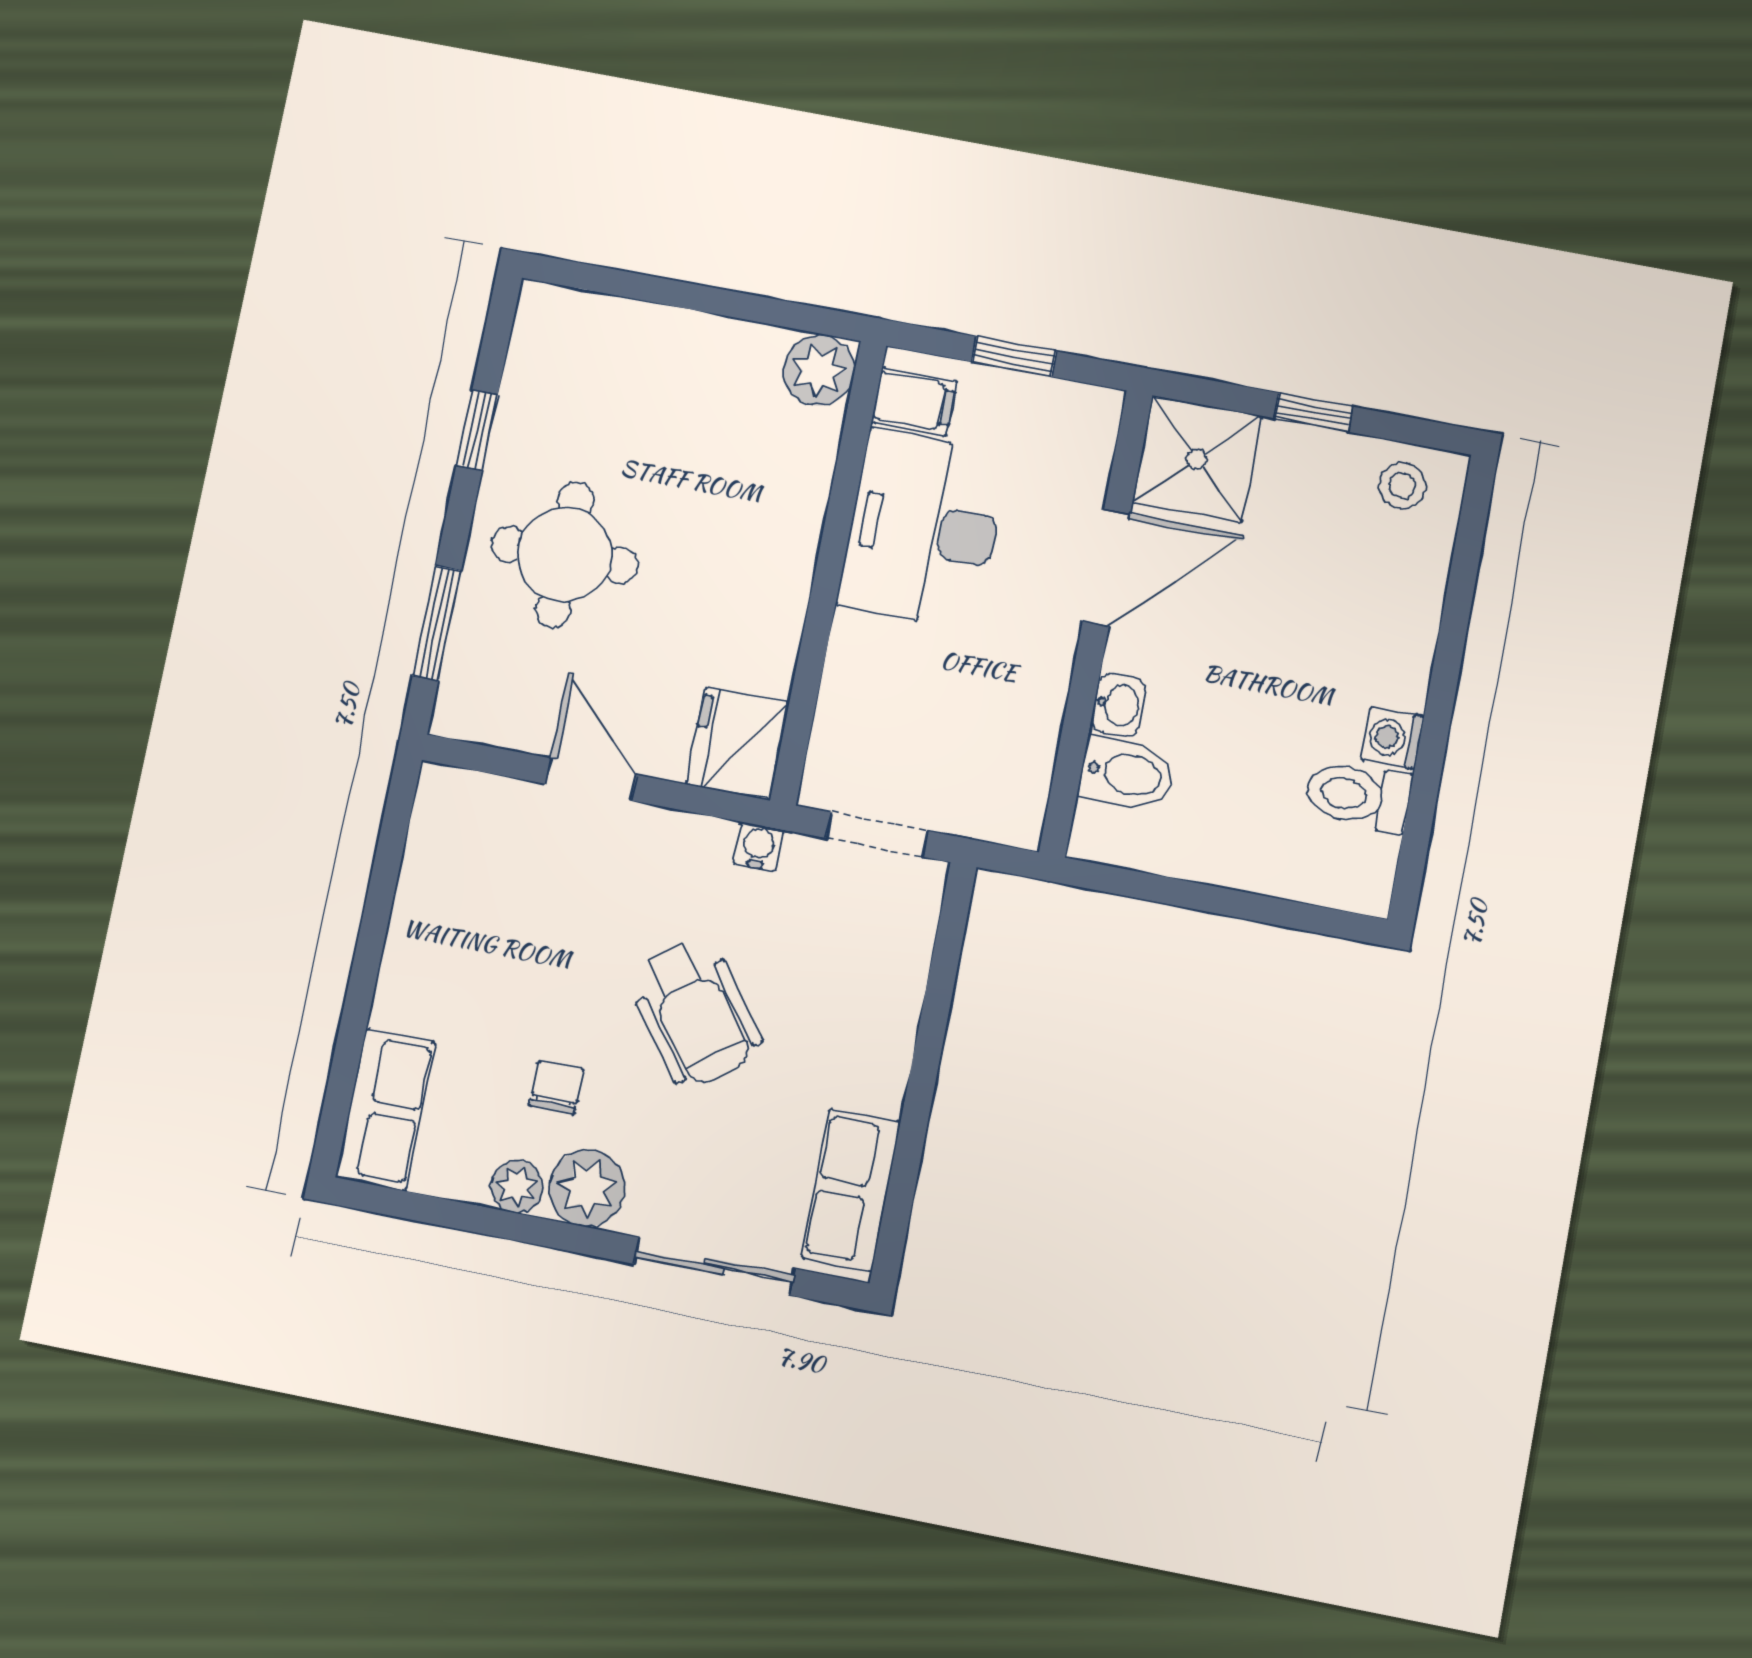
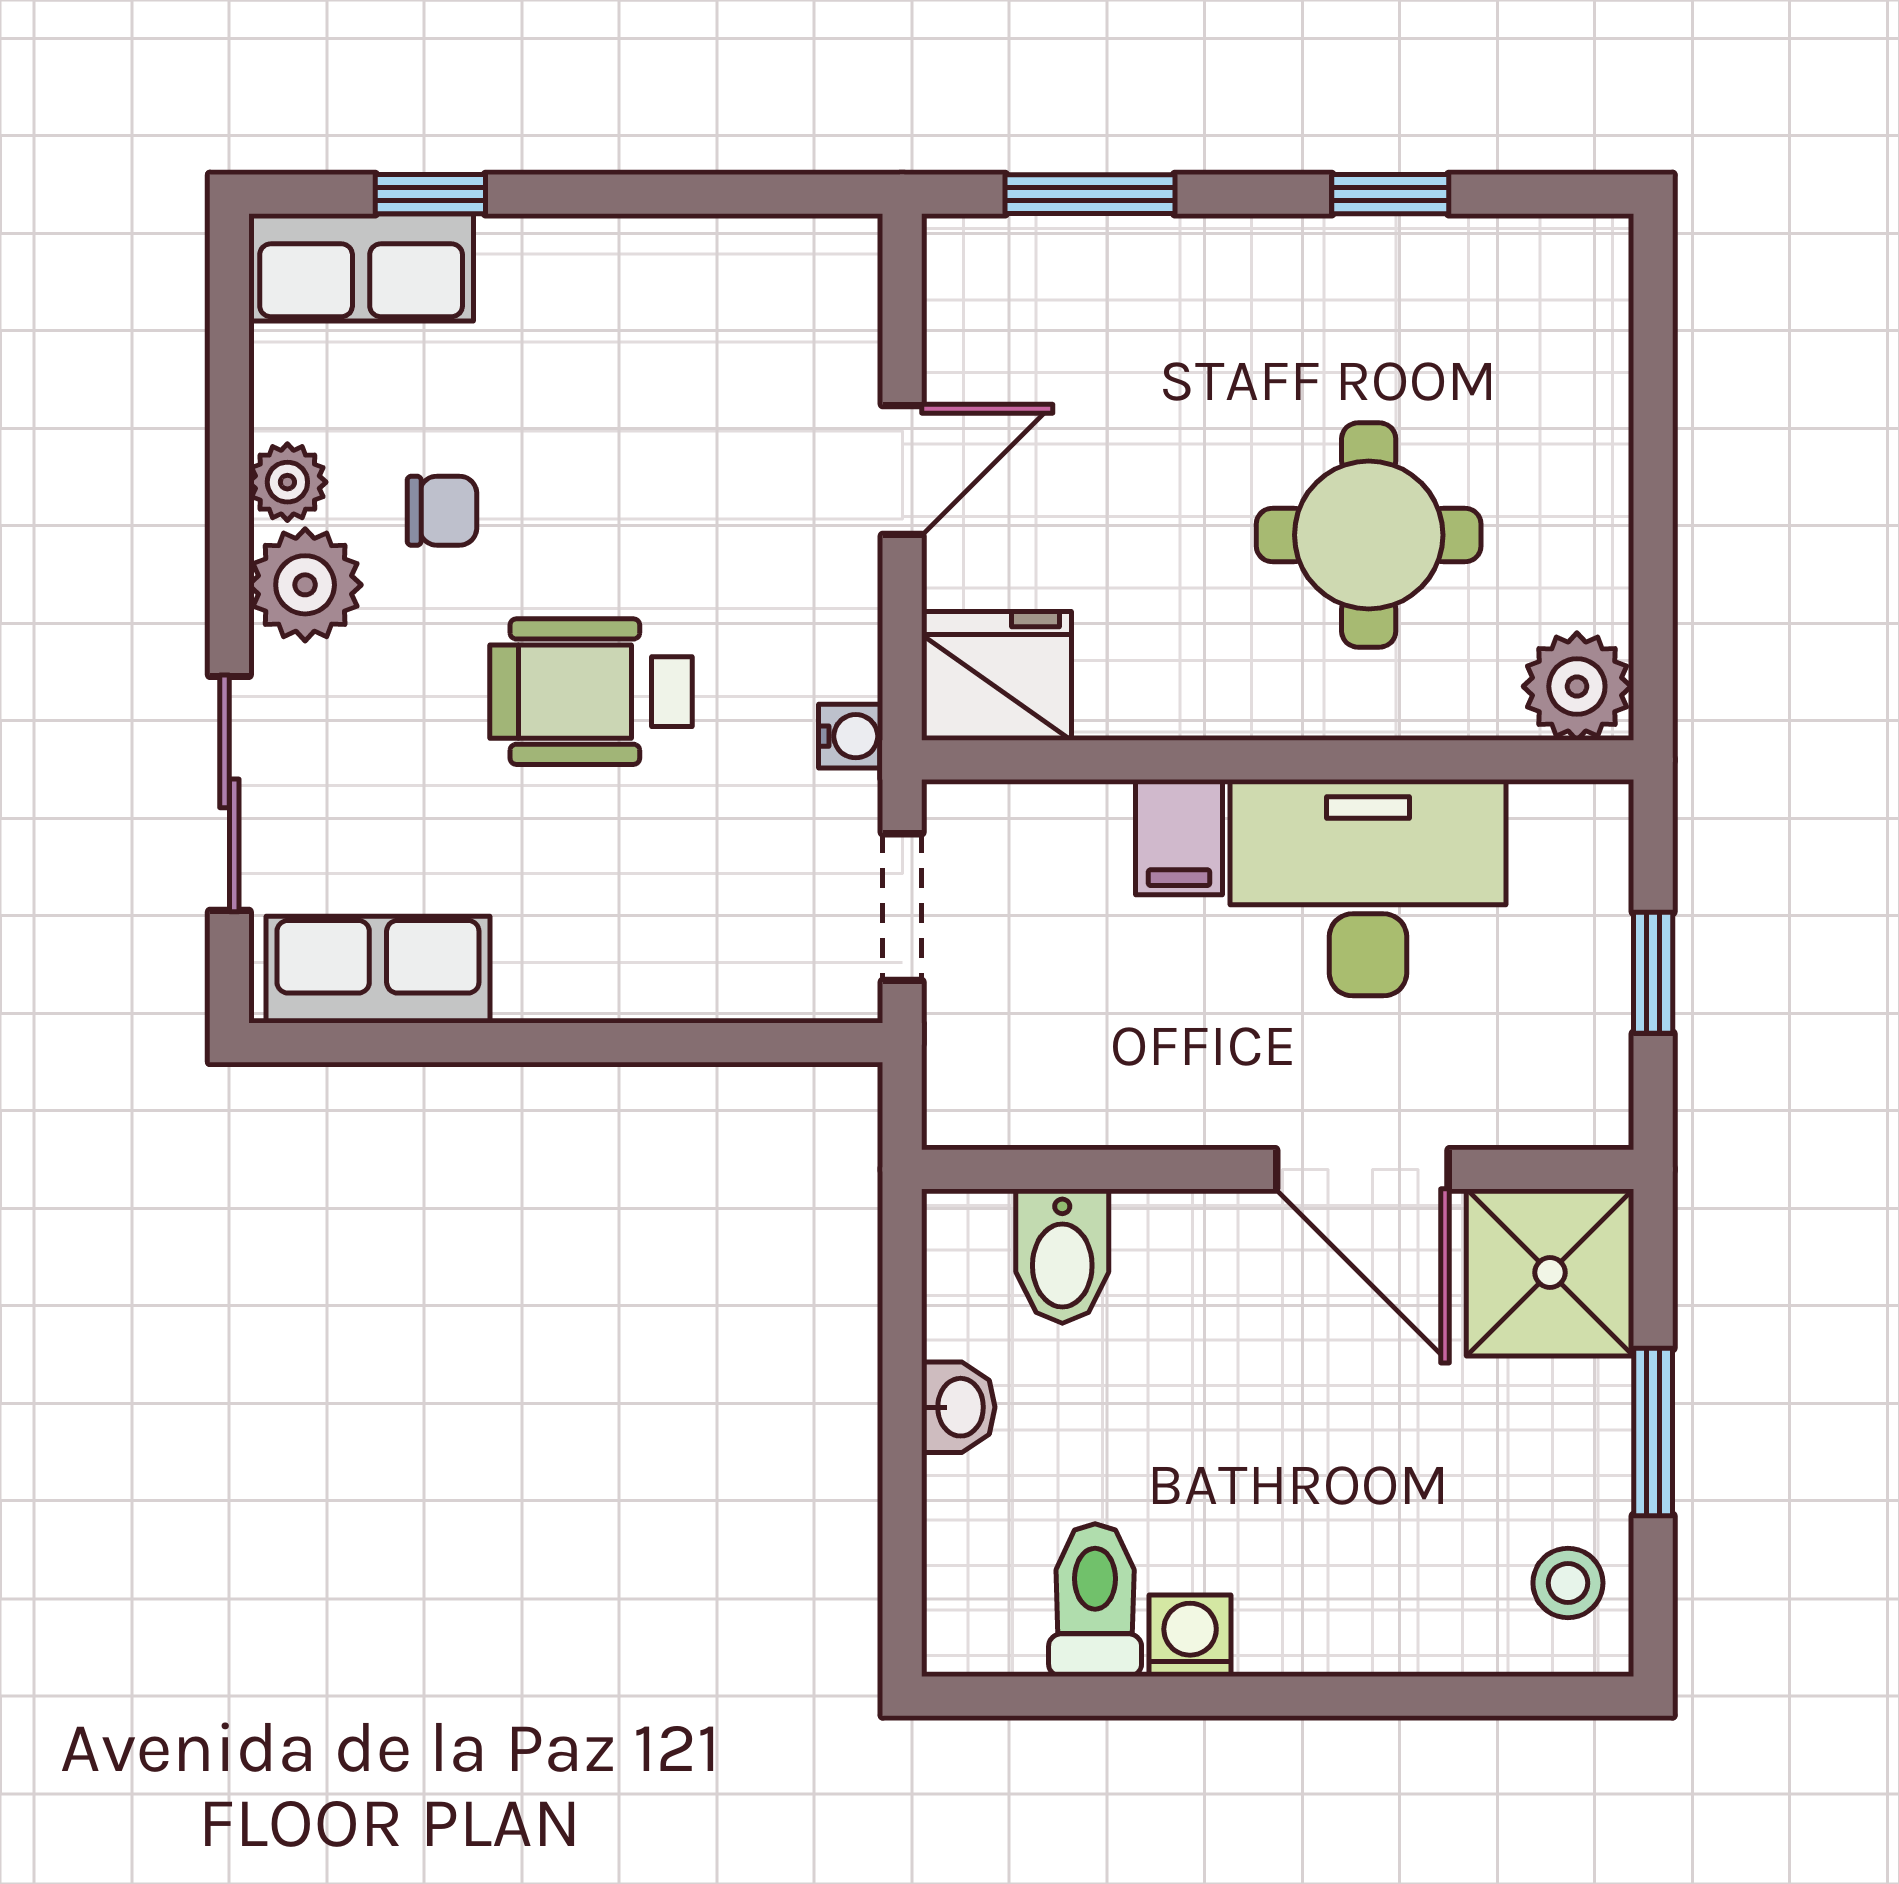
filing cabinet: (914, 402) -> (1179, 837), moved
window: (1313, 412) -> (1653, 1432), width x1.50
round table: (564, 555) -> (1369, 535), moved
washbasin: (1119, 705) -> (958, 1407), moved, turned -90
wheelchair: (695, 1012) -> (591, 692), turned 37
window: (347, 1054) -> (430, 194), added

